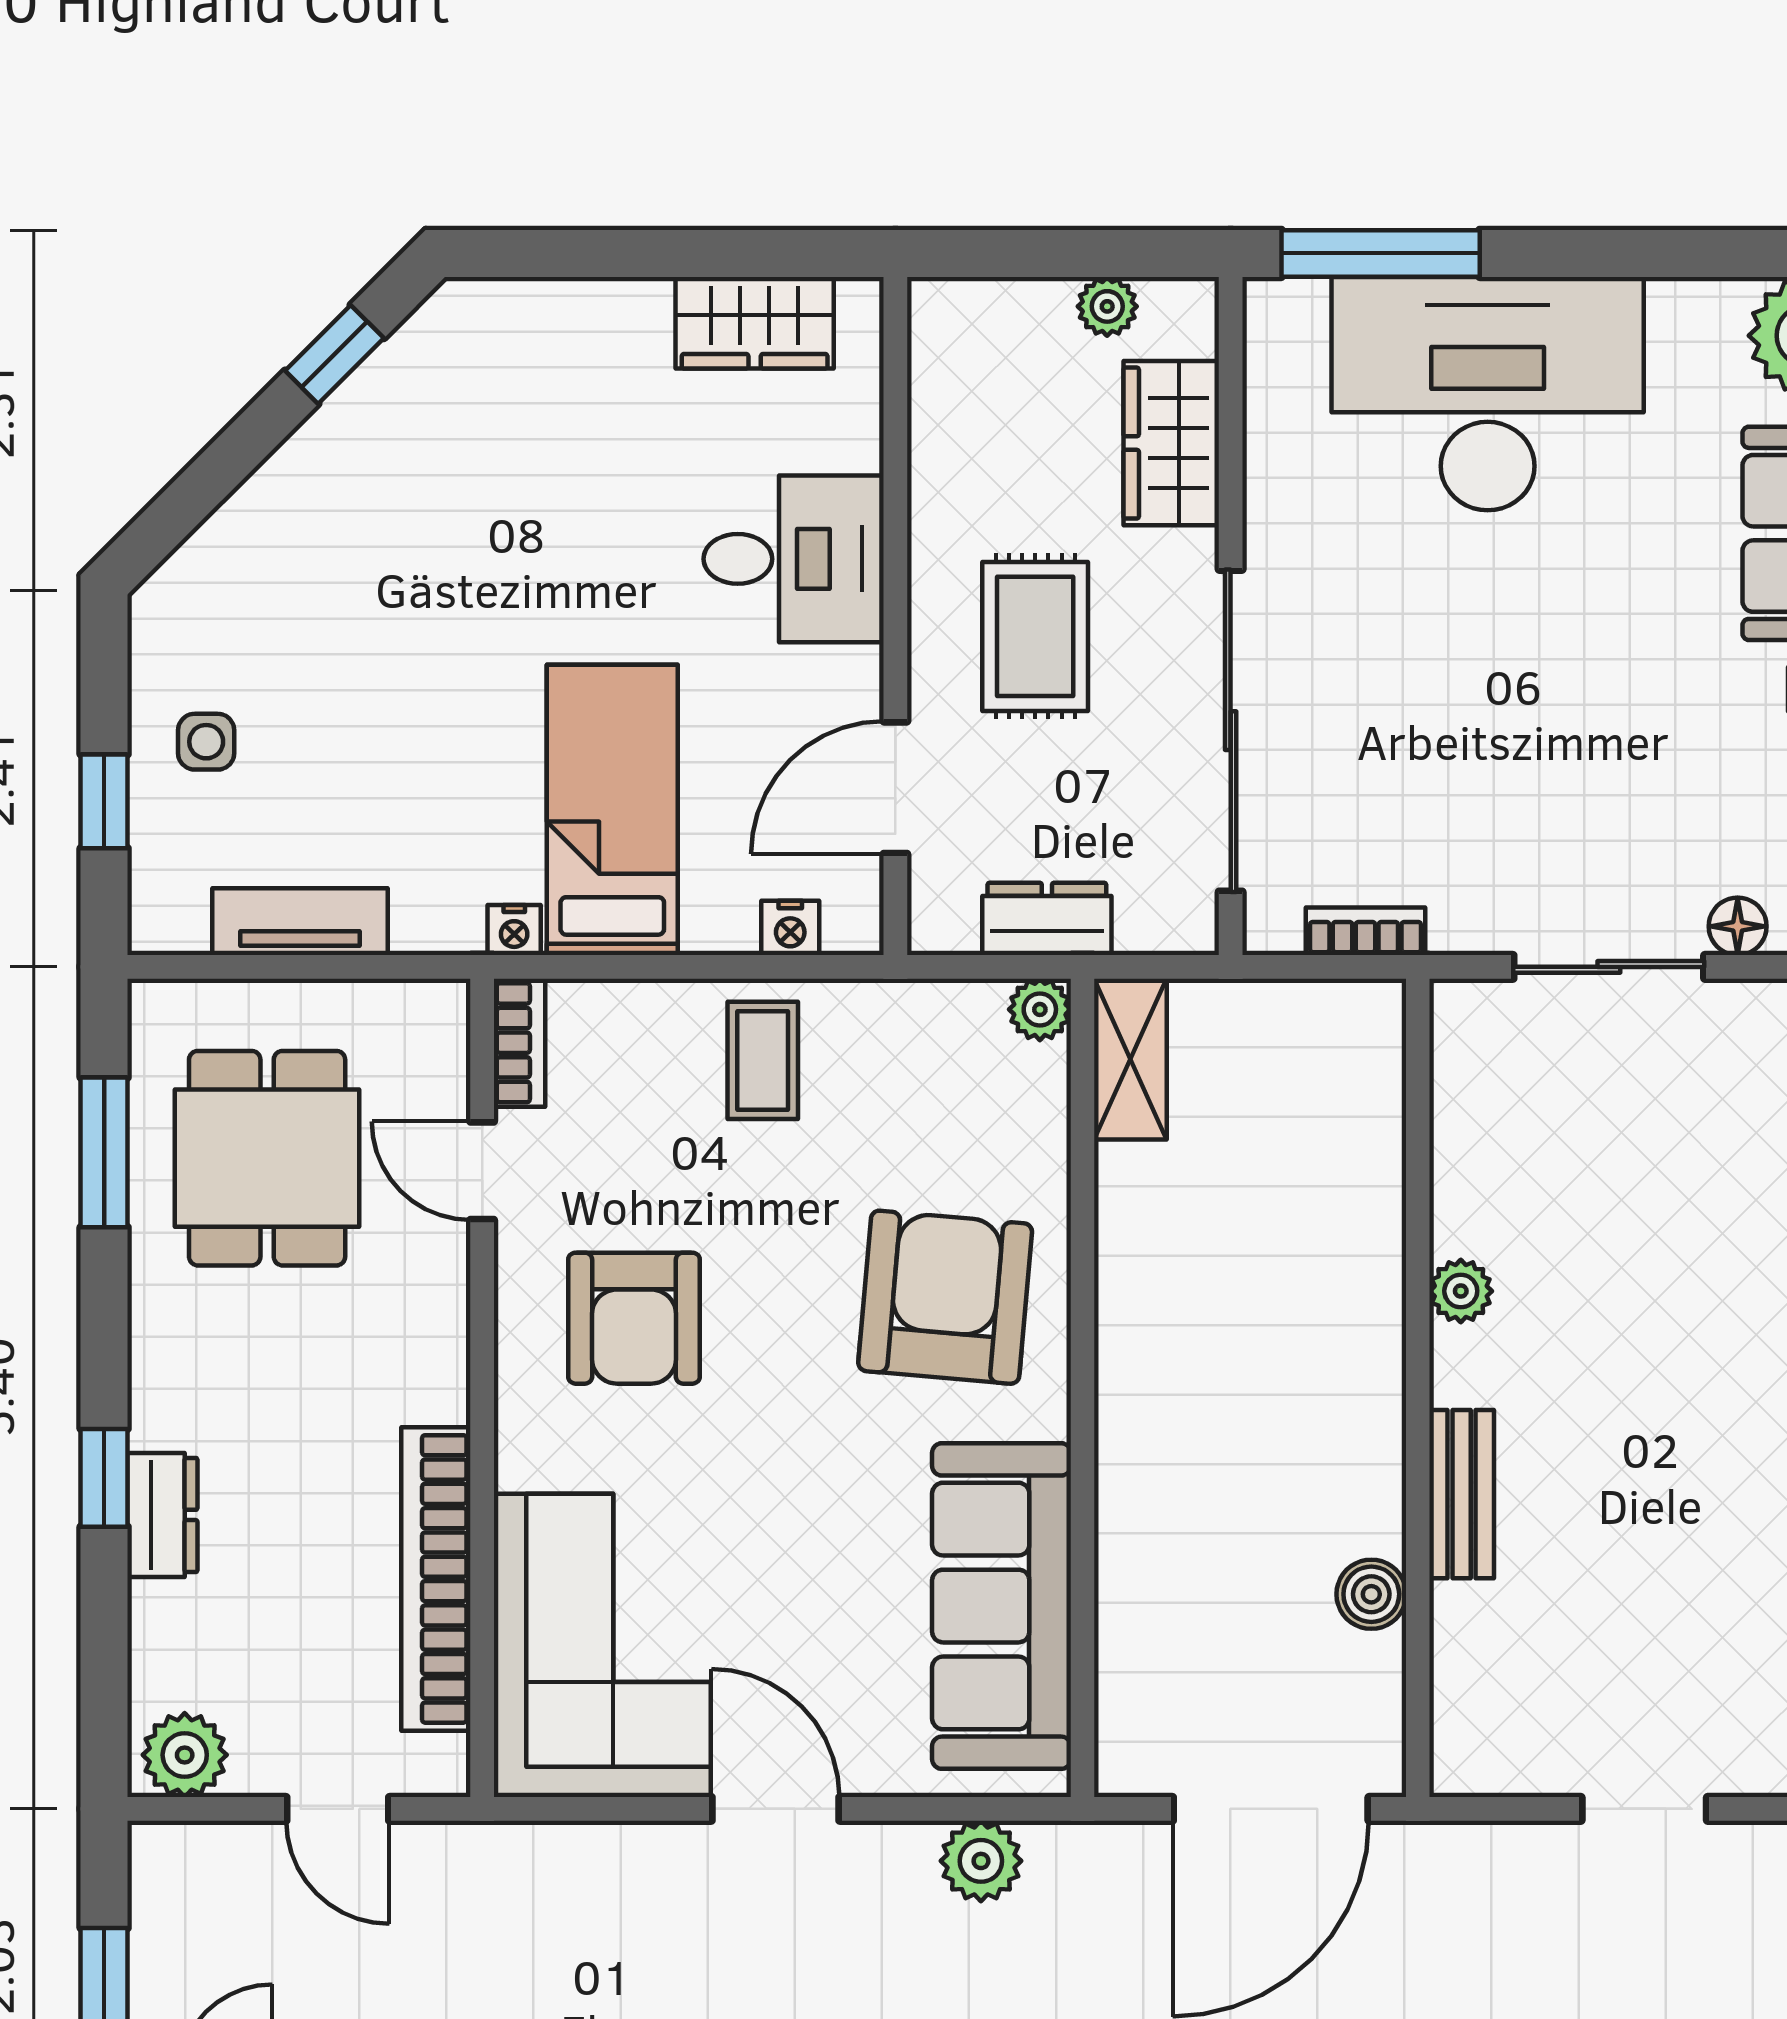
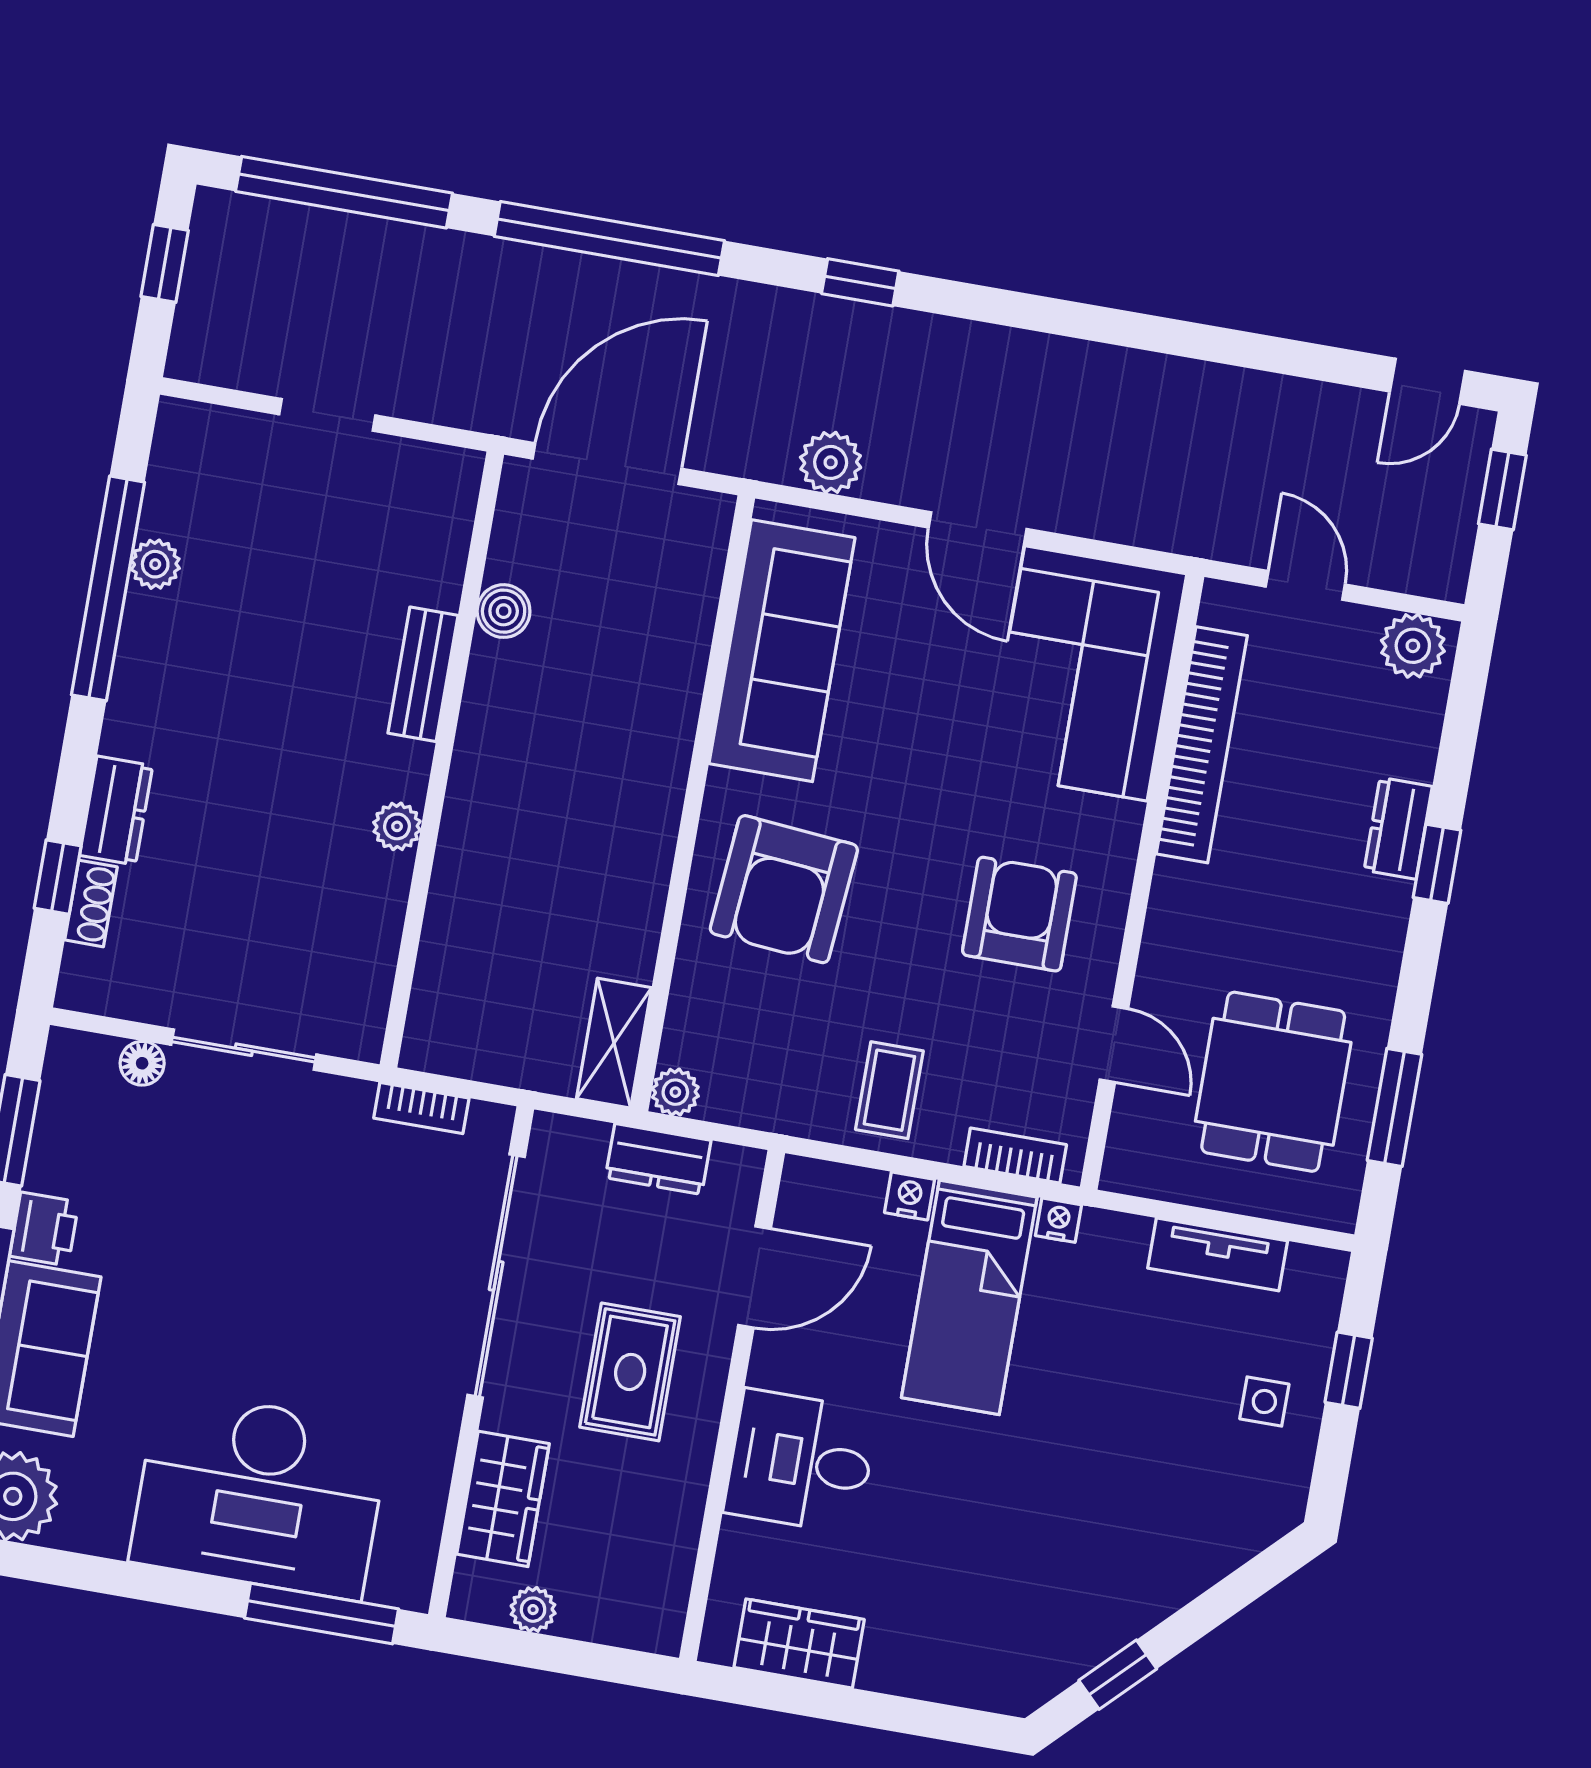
nightstand: (790, 928) -> (910, 1196), moved
bookcase: (520, 1043) -> (1015, 1155), moved, turned 90

